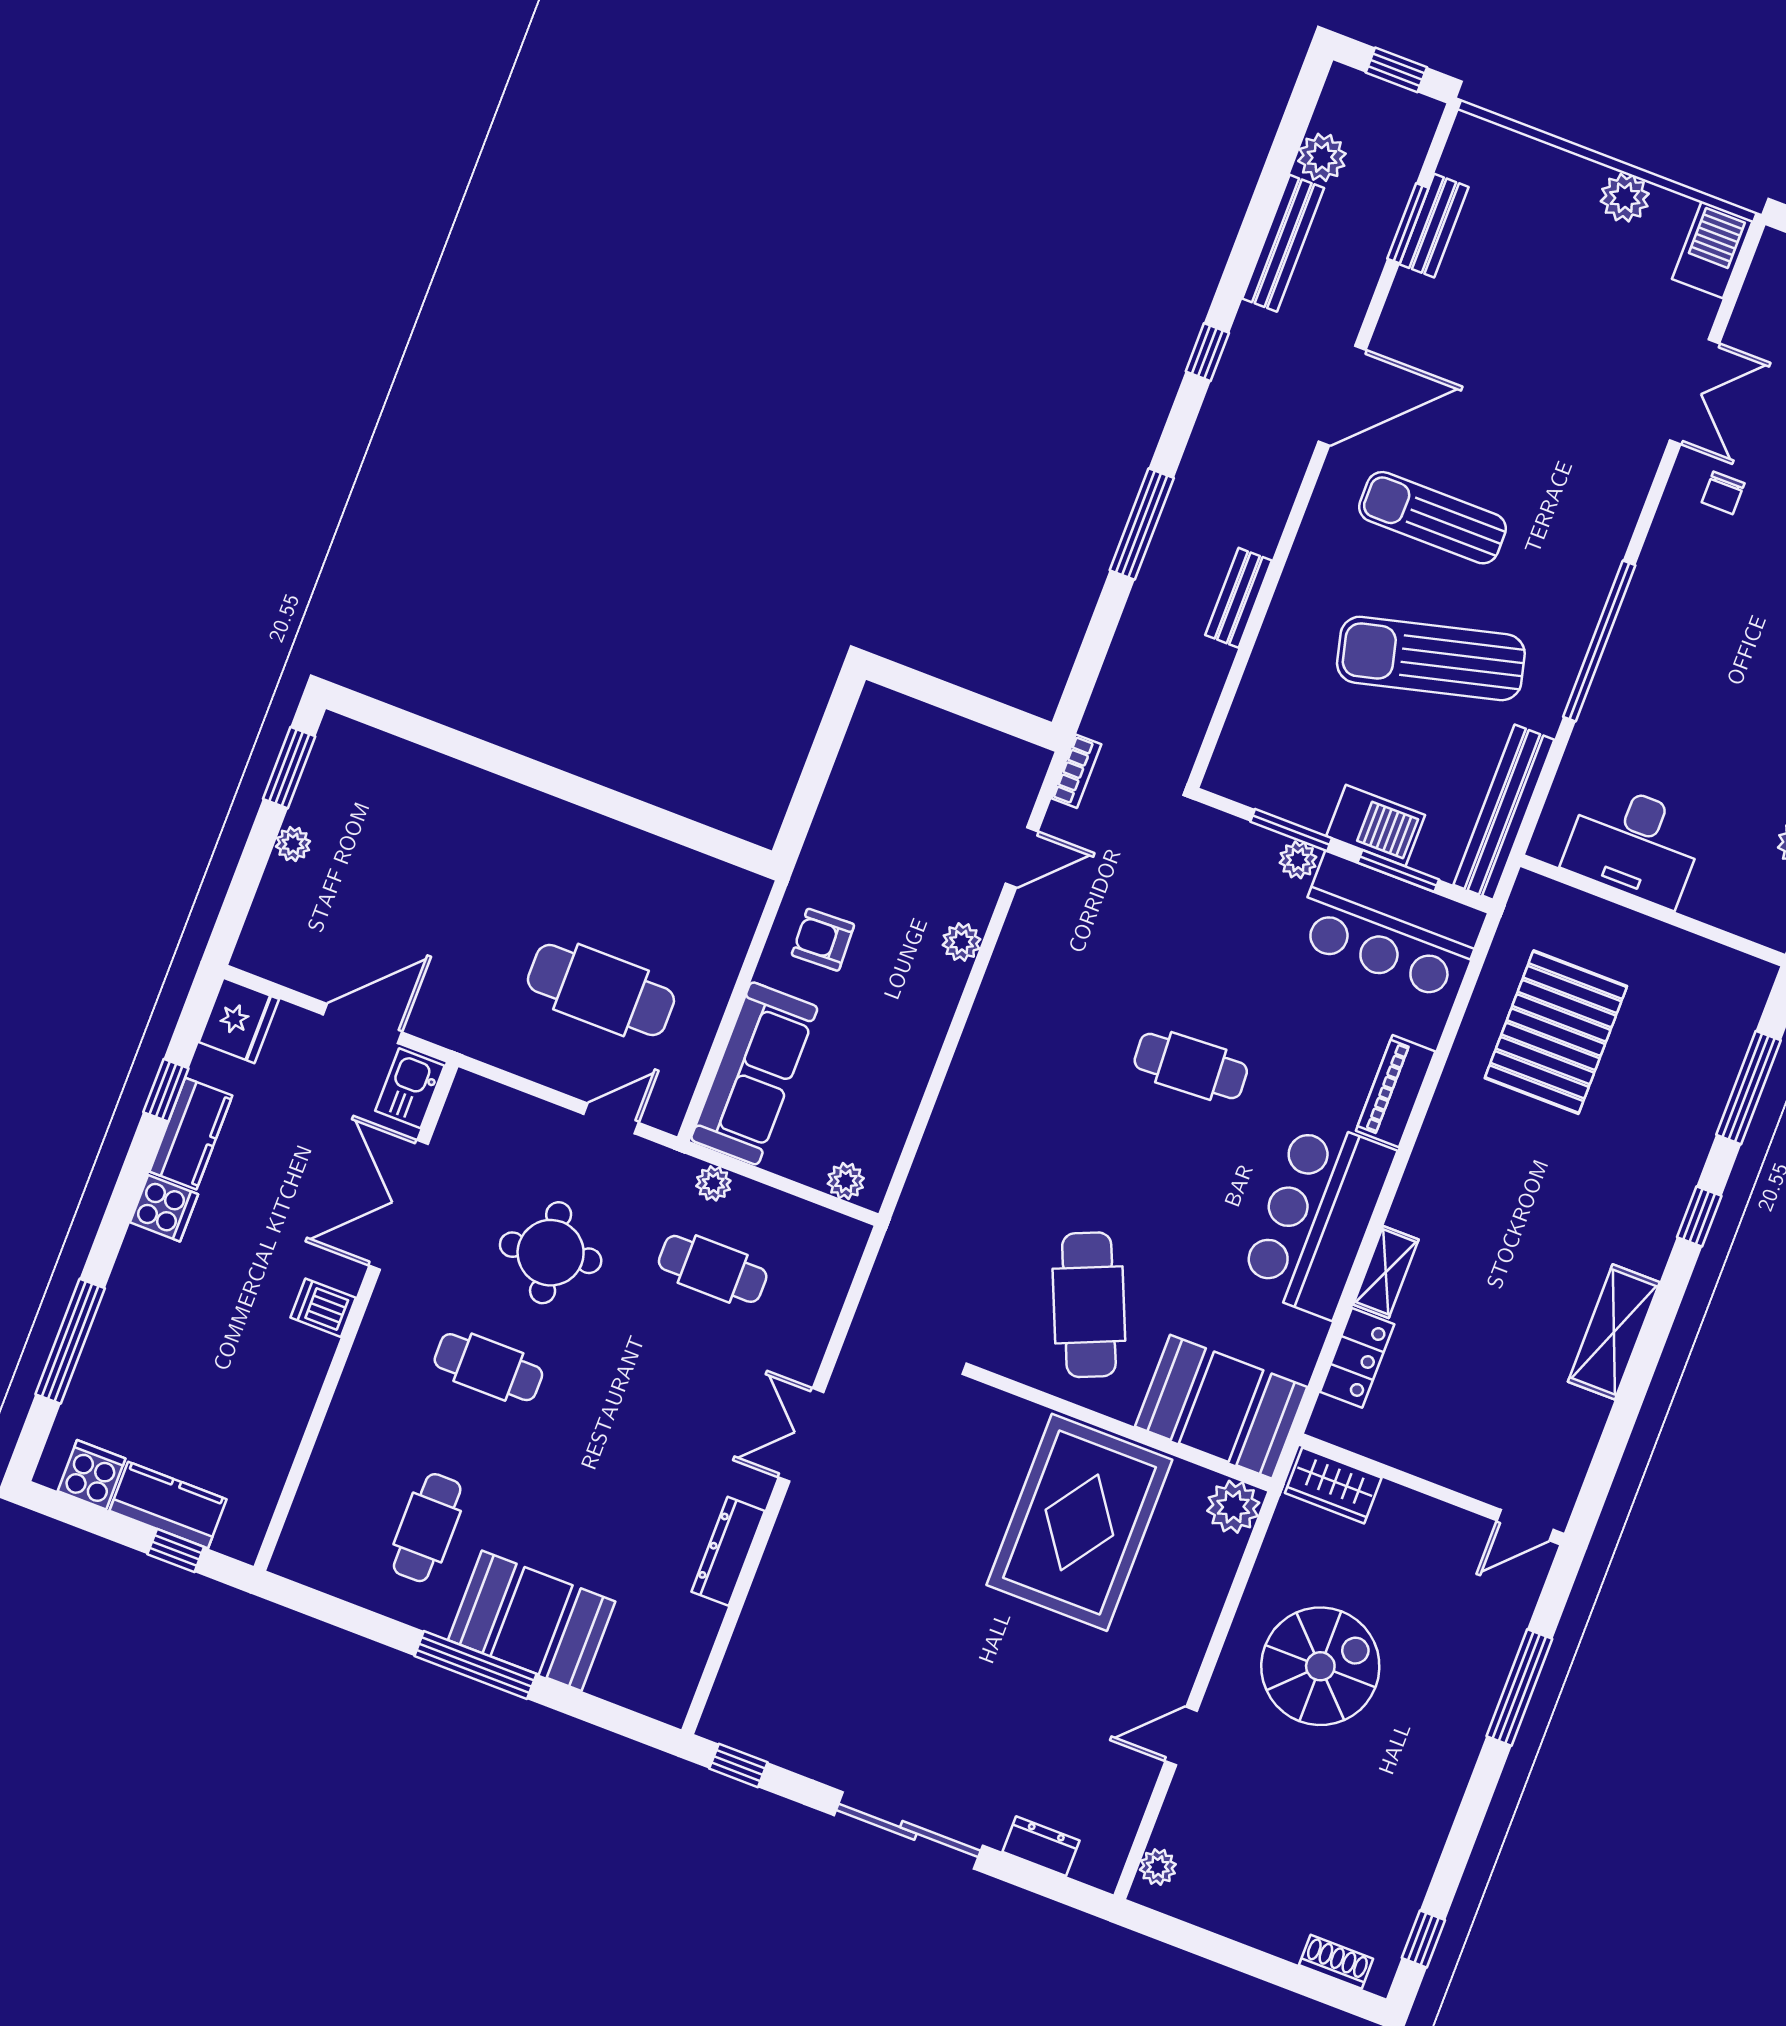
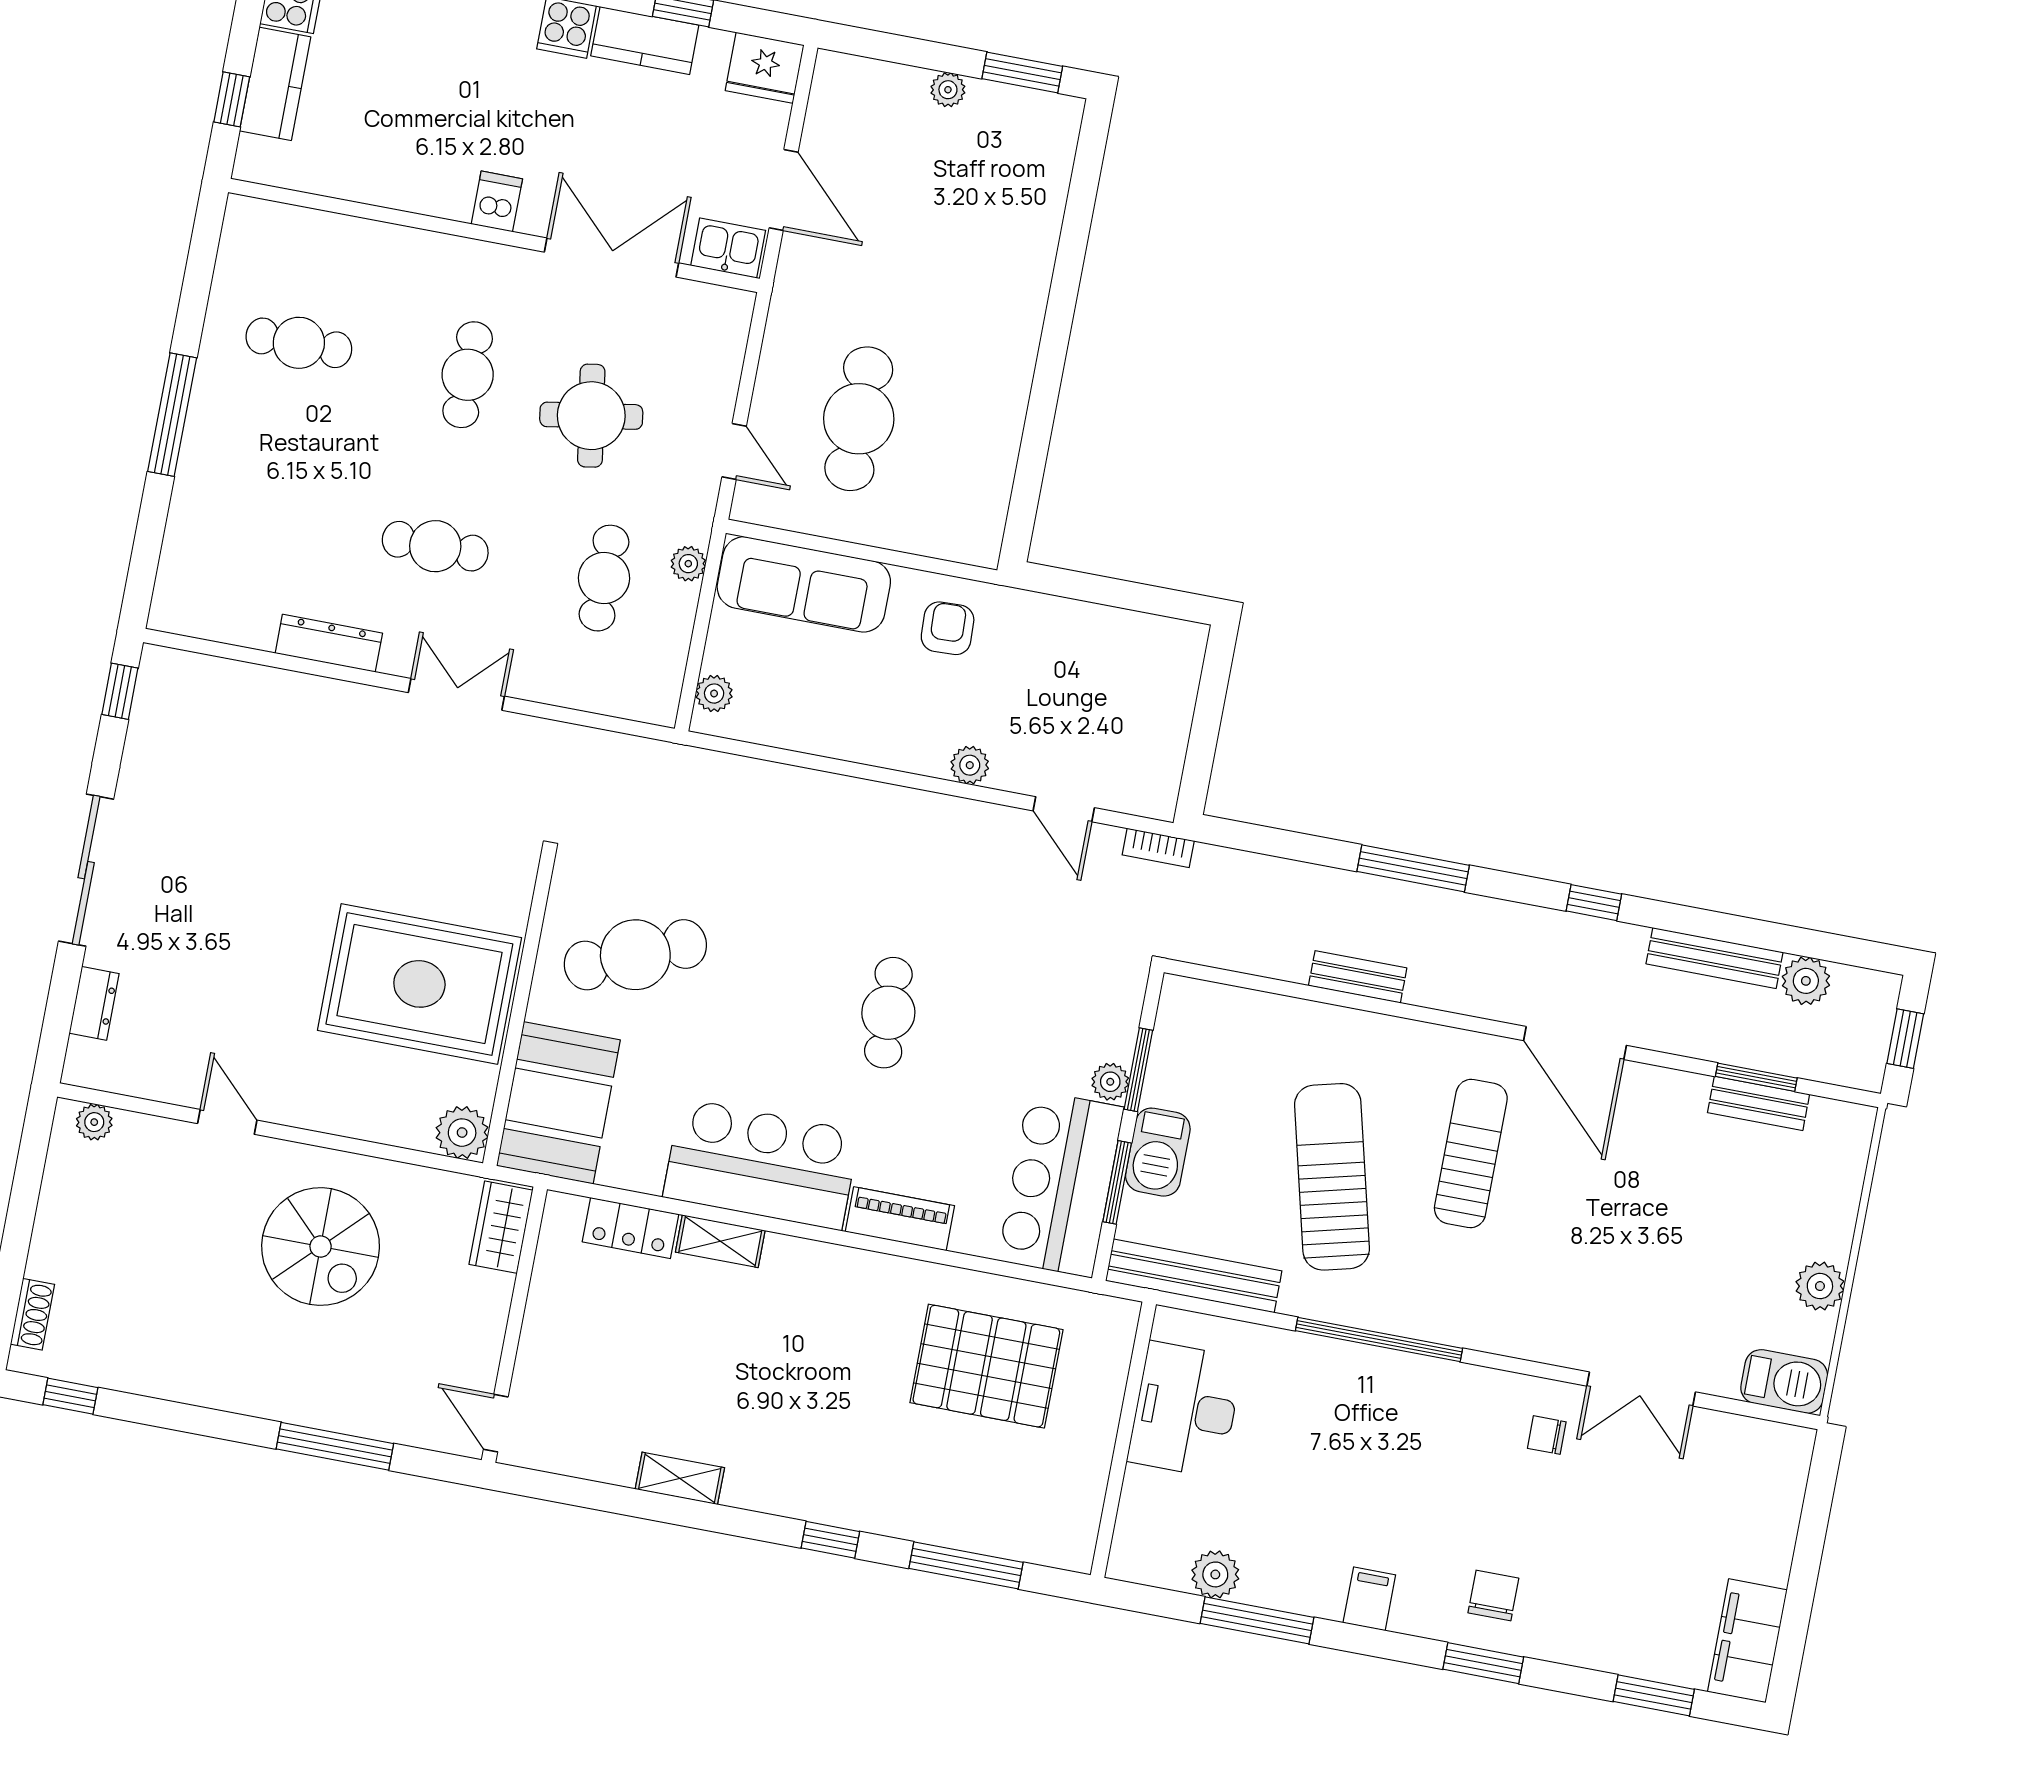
shelving: (1614, 1332) -> (680, 1478), width x0.67, depth x0.75
cafe table: (651, 1429) -> (435, 546), added
booth: (532, 1621) -> (226, 462), removed

